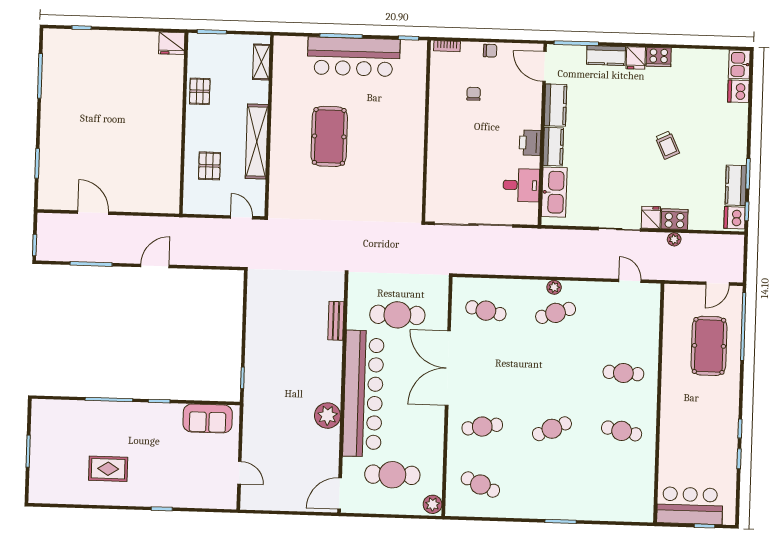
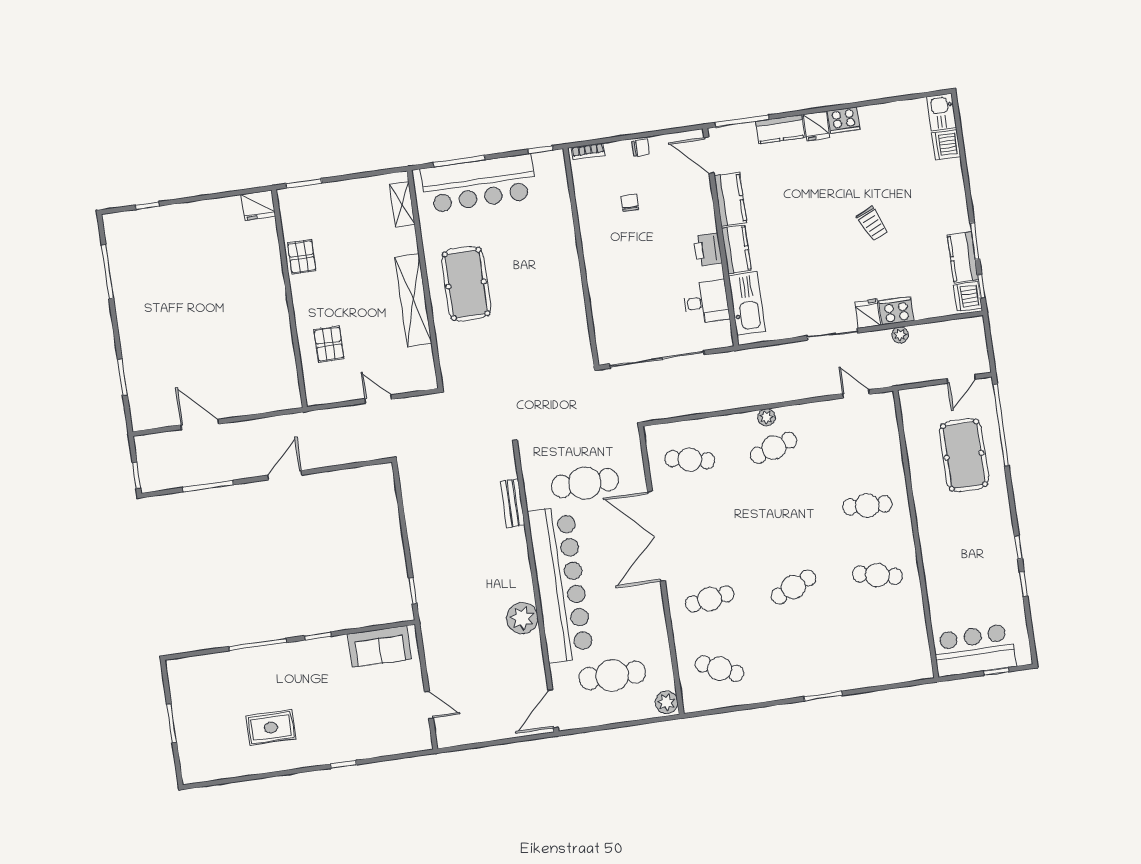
shelving: (261, 62) -> (402, 204), moved
wall: (269, 126) -> (425, 279), moved
shelving: (257, 141) -> (413, 300), moved

